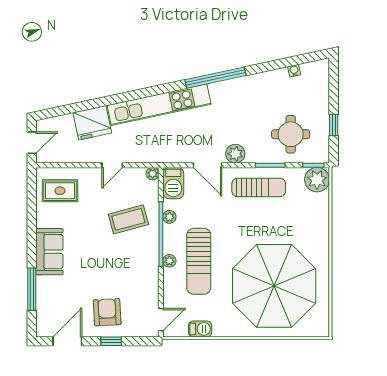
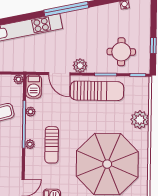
plant: (317, 180) -> (140, 120), moved
sun lounger: (259, 187) -> (97, 91), width x1.36, depth x1.34
sun lounger: (199, 261) -> (52, 145), width x0.73, depth x0.75

